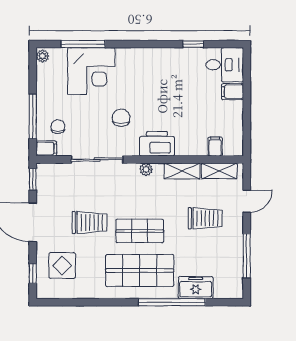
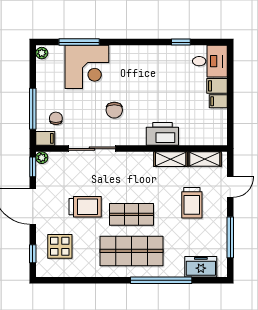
chair: (121, 118) -> (114, 110), turned 180
printer: (157, 144) -> (162, 134), moved
filing cabinet: (215, 147) -> (218, 101), moved, turned -90
plant: (146, 169) -> (42, 158), moved
trolley: (205, 218) -> (192, 203), turned 90
freezer: (196, 288) -> (201, 267), moved

